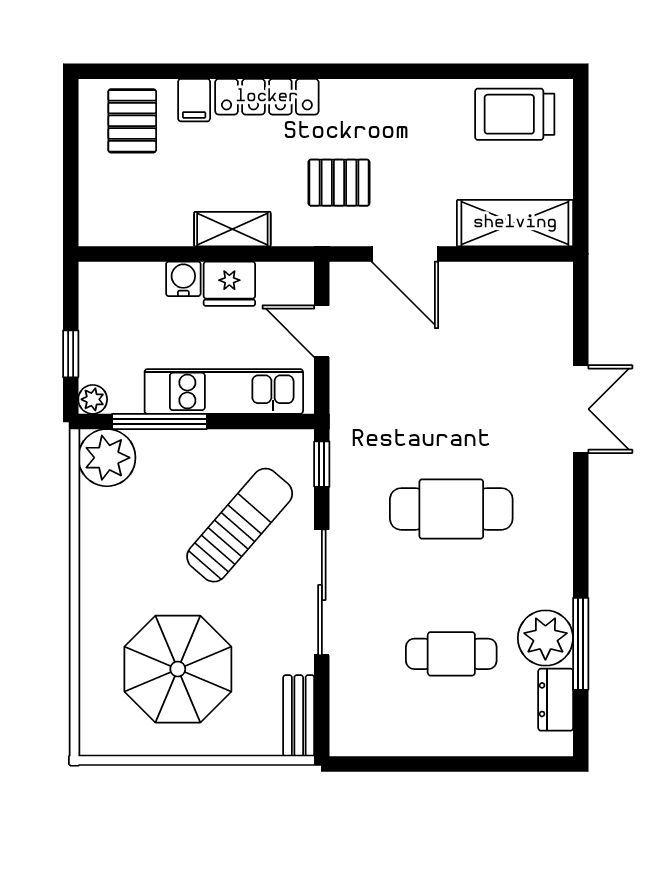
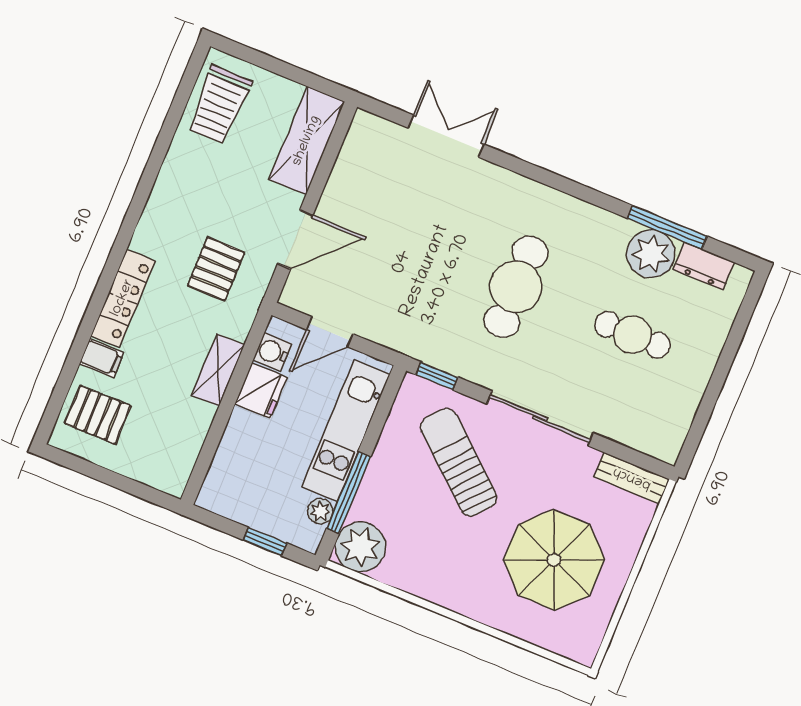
water cooler: (183, 279) -> (272, 352), moved
plant: (93, 399) -> (320, 511), moved
double door: (581, 409) -> (446, 136), moved
cafe table: (451, 654) -> (632, 335), turned 90

